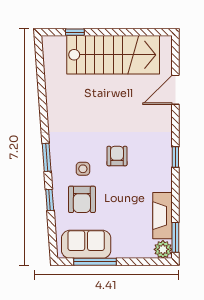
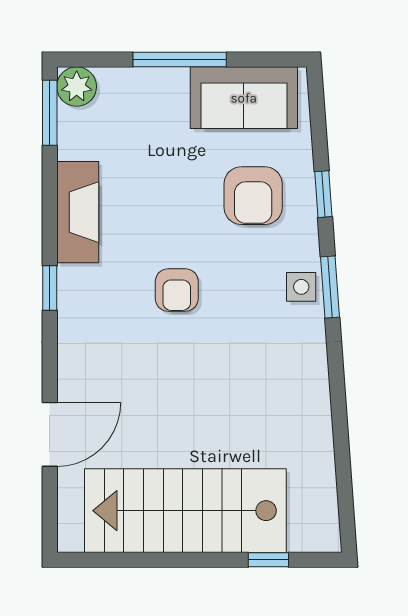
side table: (83, 169) -> (301, 287), moved
armchair: (82, 199) -> (253, 196), turned 180
fireplace: (162, 216) -> (78, 212), moved
window: (95, 262) -> (180, 60), moved

